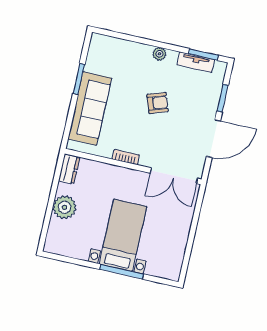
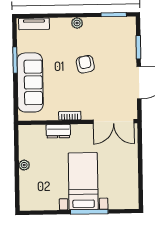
tv unit: (196, 62) -> (34, 24), moved
armchair: (158, 103) -> (85, 64), turned -82
dresser: (69, 169) -> (58, 131), moved, turned 90
plant: (64, 207) -> (24, 165), width x0.53, depth x0.53

